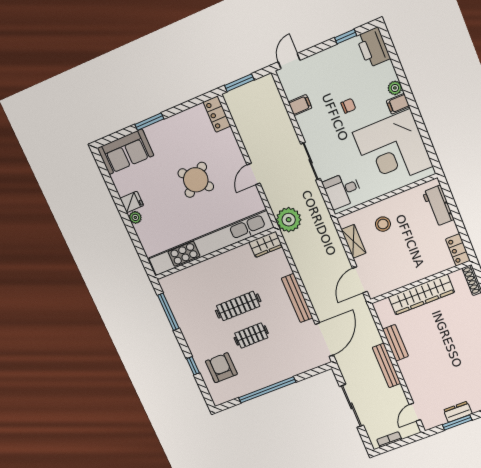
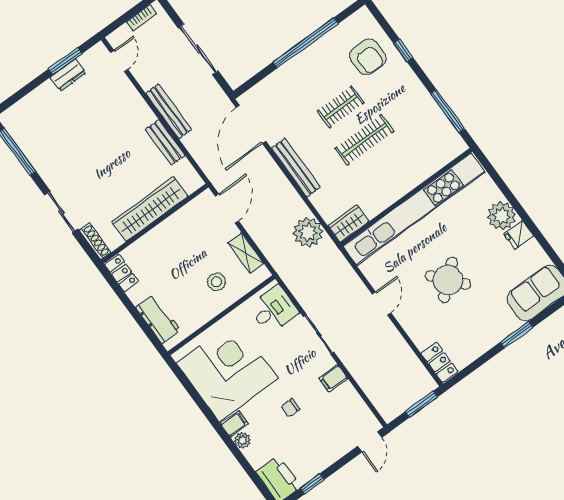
filing cabinet: (300, 105) -> (333, 378), moved
plant: (135, 217) -> (502, 216), width x1.88, depth x1.88
plant: (289, 220) -> (308, 232), moved

